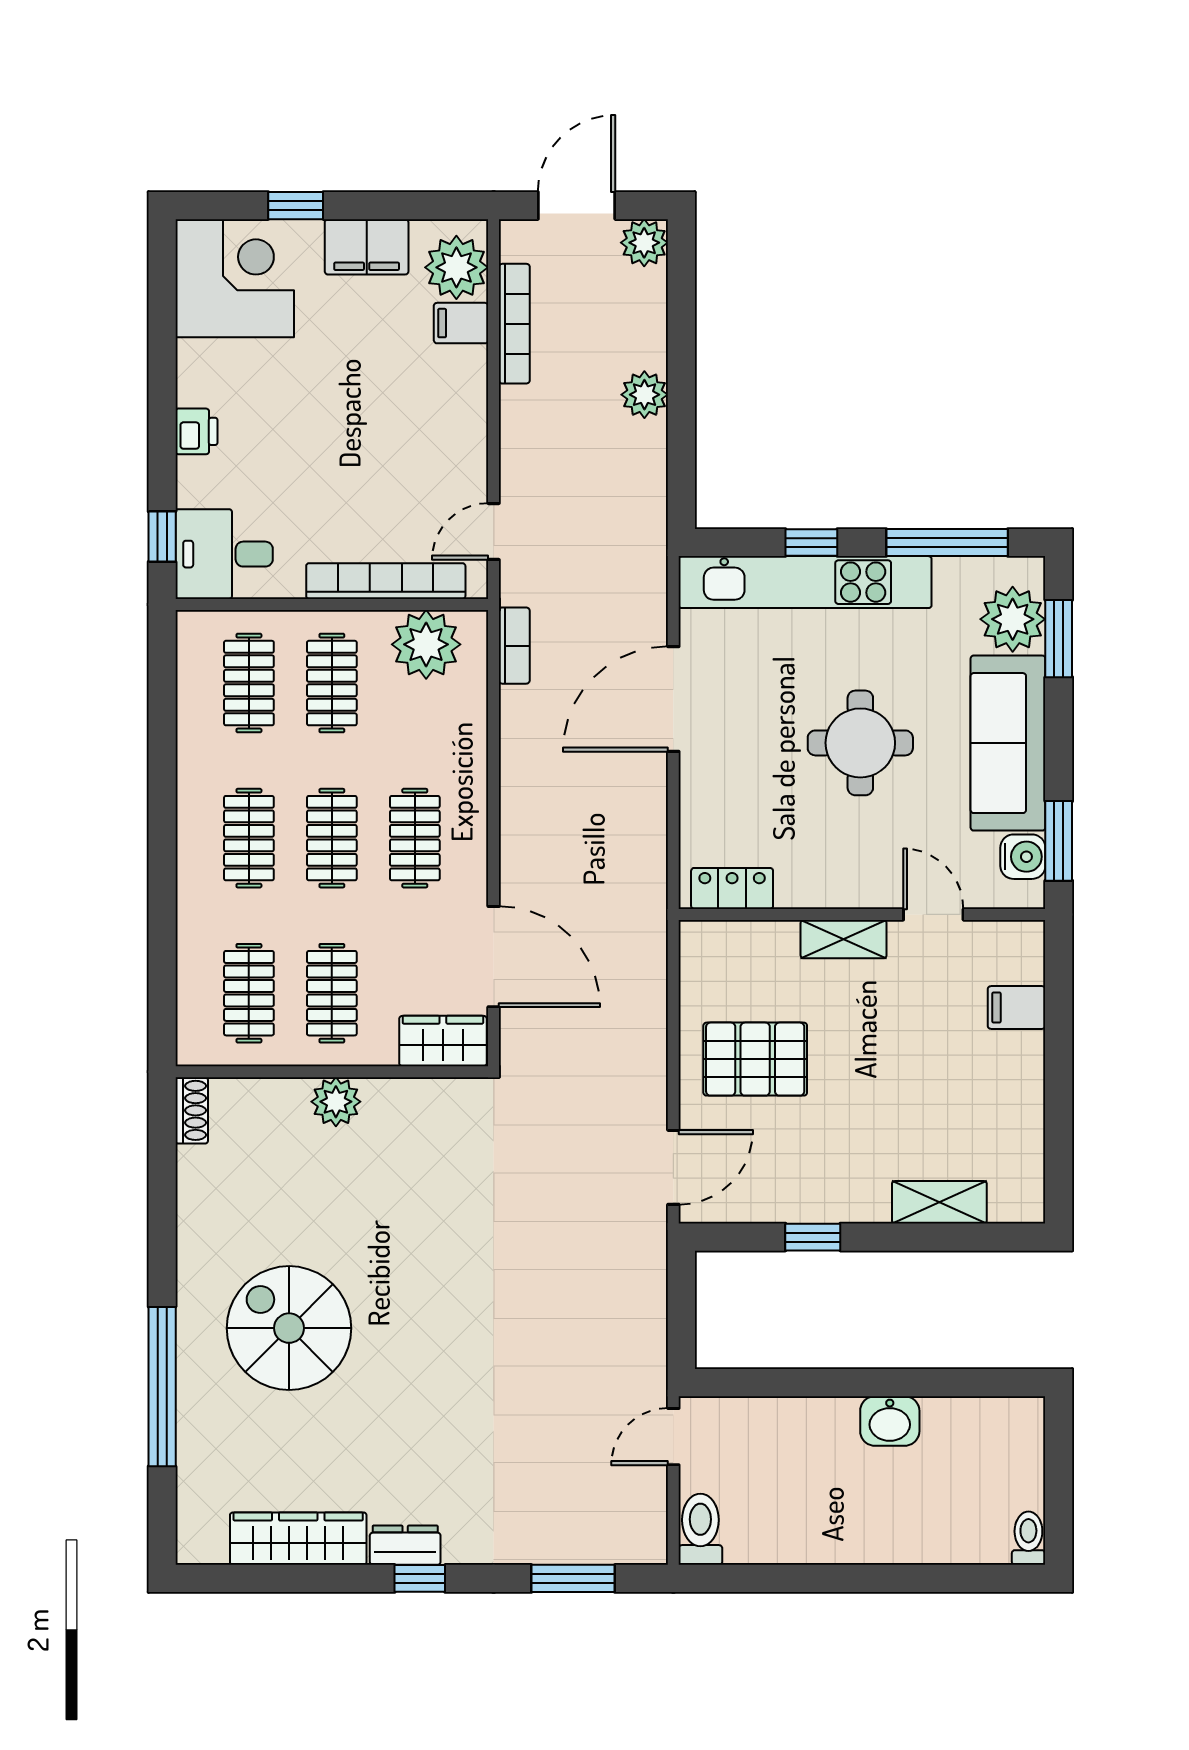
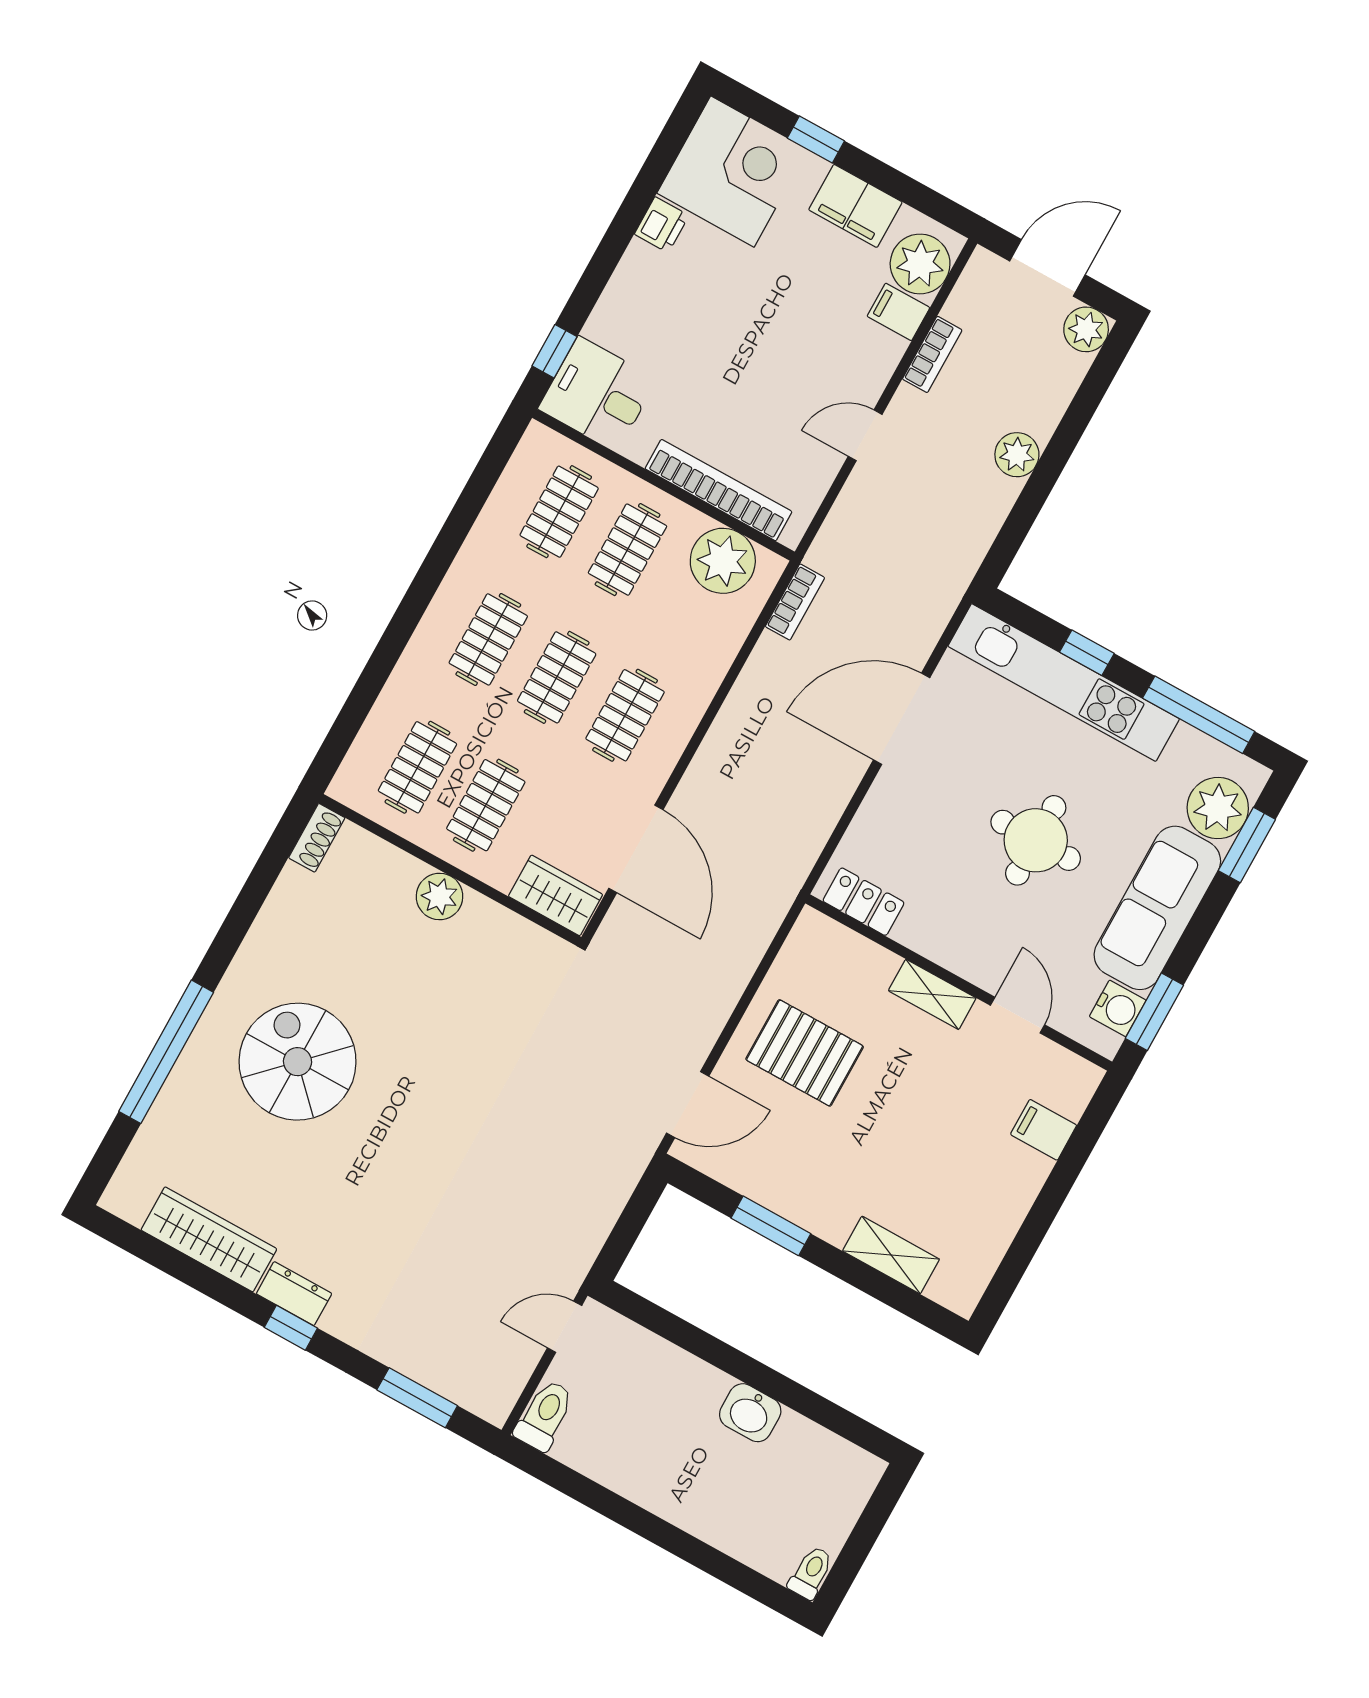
bookcase: (514, 324) -> (932, 354), width x0.64
printer: (196, 431) -> (662, 225), moved
door: (494, 531) -> (865, 435), moved
window: (813, 1237) -> (771, 1226), width x1.50

